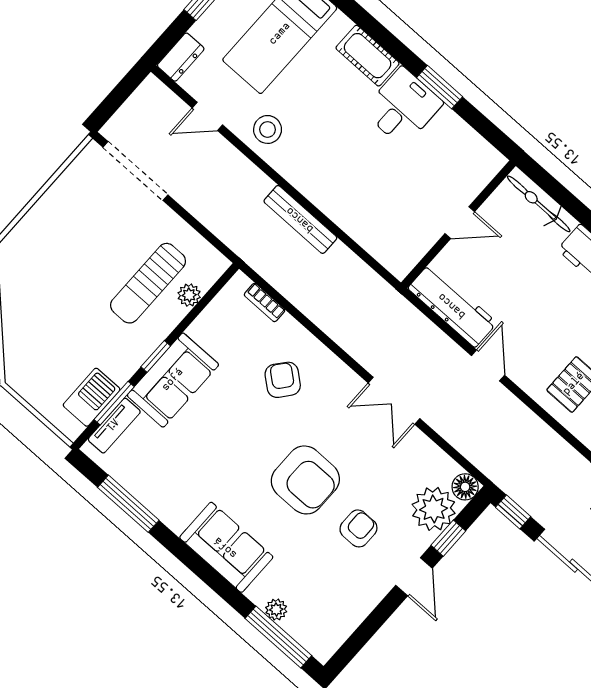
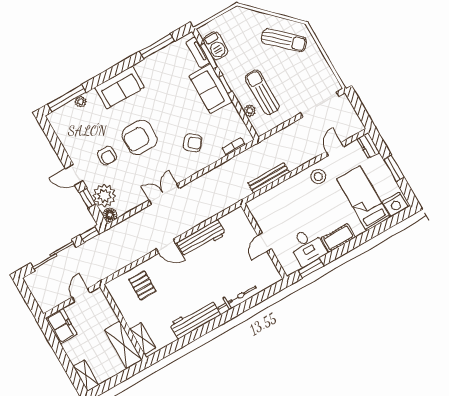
door: (460, 223) -> (265, 242), moved
wall: (458, 224) -> (264, 241), moved
sun lounger: (40, 276) -> (284, 40), added

